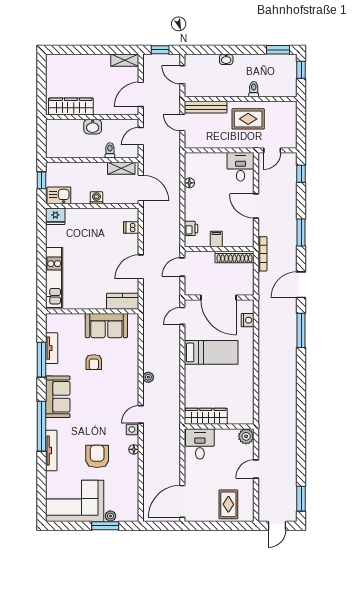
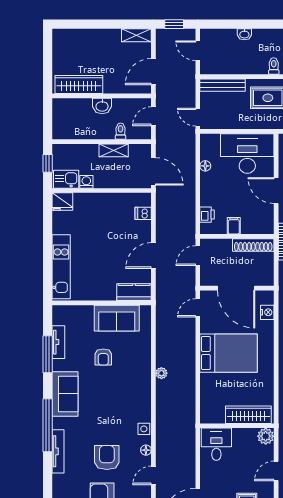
door: (182, 123) -> (198, 117), moved
desk: (241, 167) -> (247, 153), width x1.87, depth x1.30
shelving: (121, 168) -> (114, 150), moved
washing machine: (96, 198) -> (86, 182), moved
bed: (211, 352) -> (228, 353), width x1.50
door: (141, 414) -> (153, 475), moved
wardrobe: (206, 416) -> (248, 415), moved

